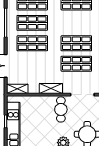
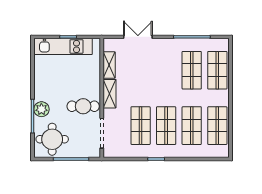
shop shelf: (32, 43) -> (192, 126), moved
shelving: (17, 89) -> (109, 65), moved

